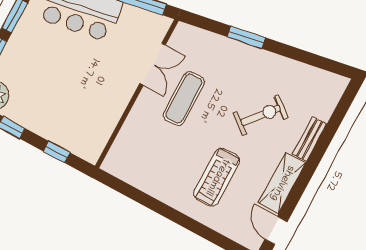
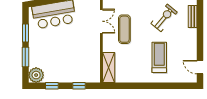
treadmill: (217, 177) -> (159, 57), turned 180
shelving: (282, 183) -> (109, 67), moved

